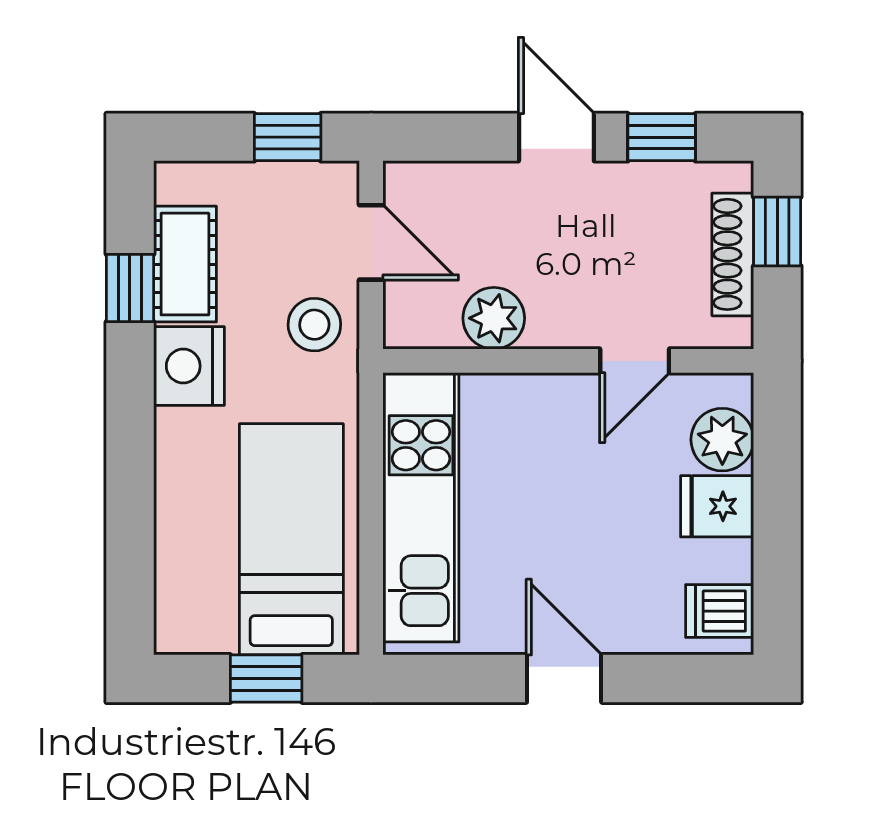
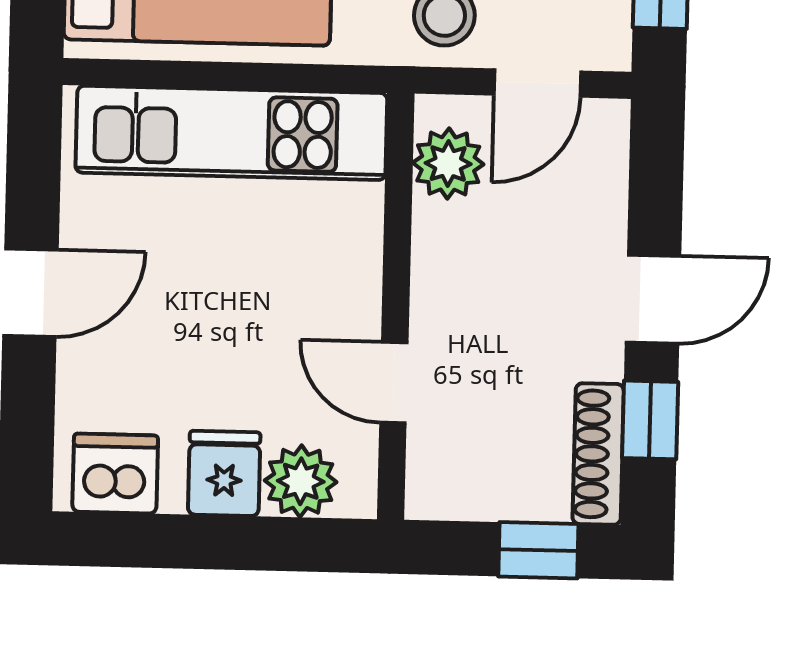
shoe rack: (733, 254) -> (598, 454), moved, turned -90
plant: (494, 318) -> (448, 164), moved
dishwasher: (720, 611) -> (115, 474), width x1.38

